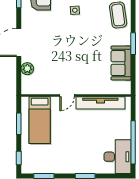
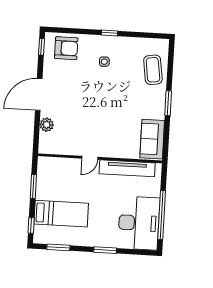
sofa: (121, 63) -> (152, 139), moved
bed: (40, 120) -> (61, 214), moved, turned -90
desk: (117, 157) -> (139, 223), width x1.36, depth x1.30

